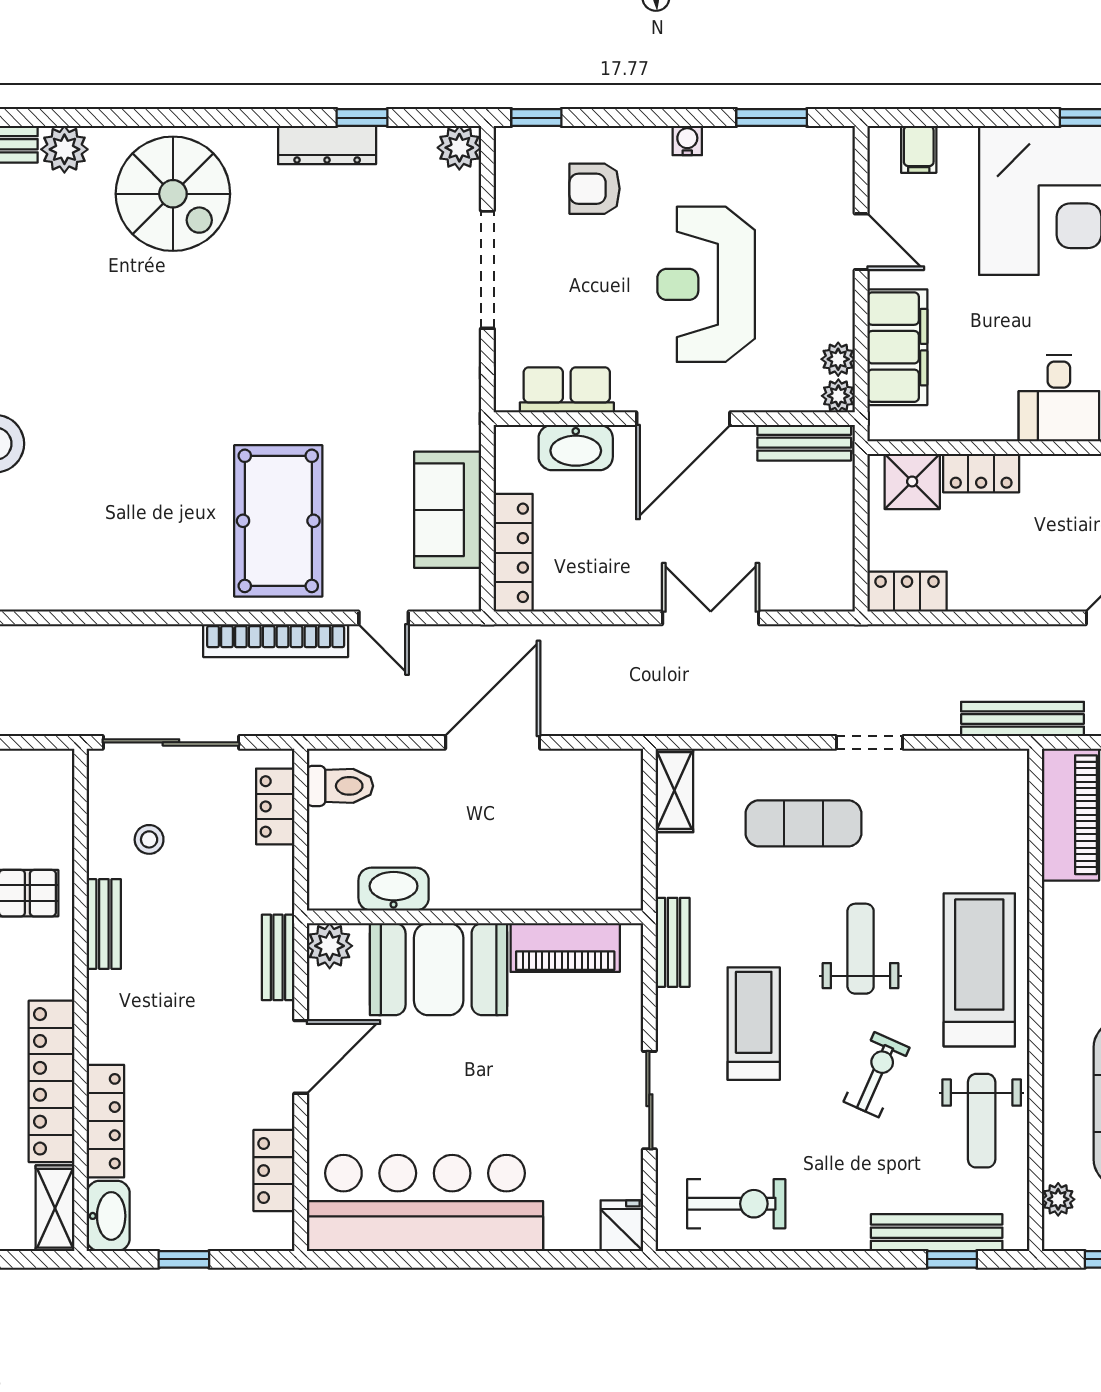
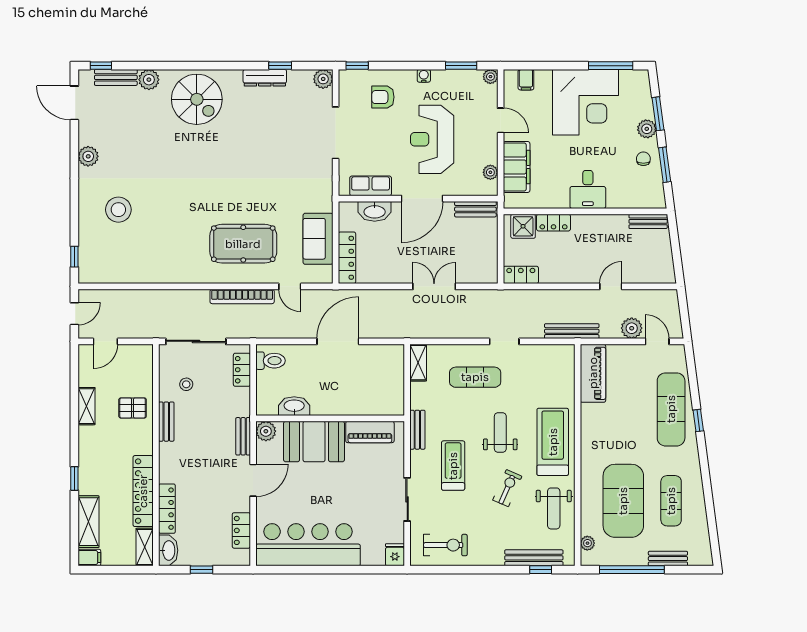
plant: (838, 396) -> (490, 77), moved
pool table: (278, 521) -> (243, 244), turned 90

